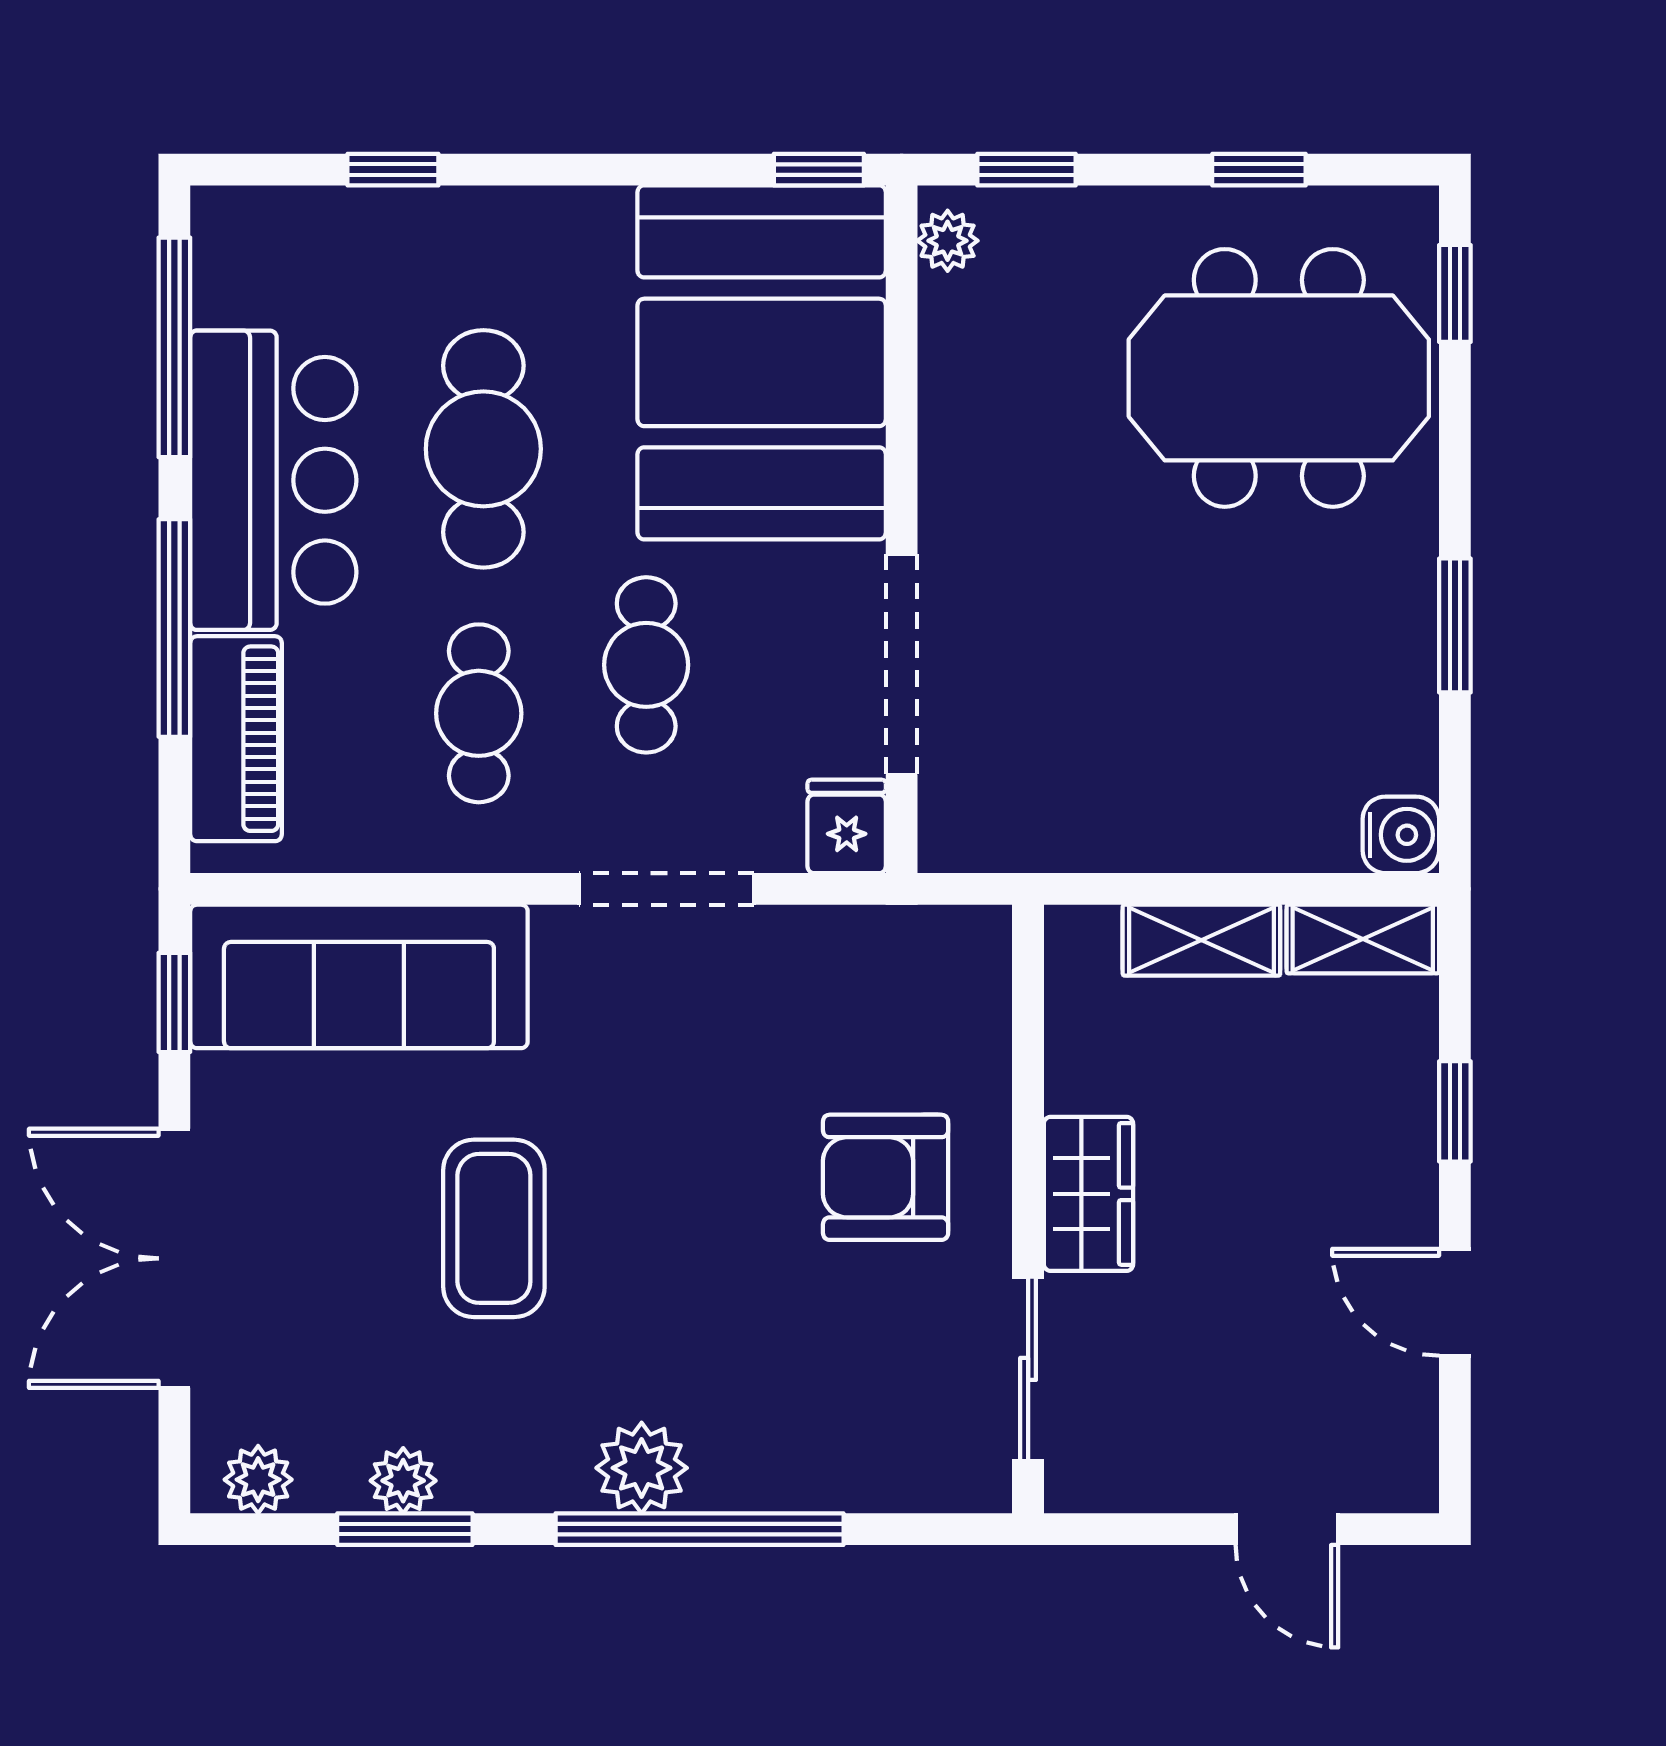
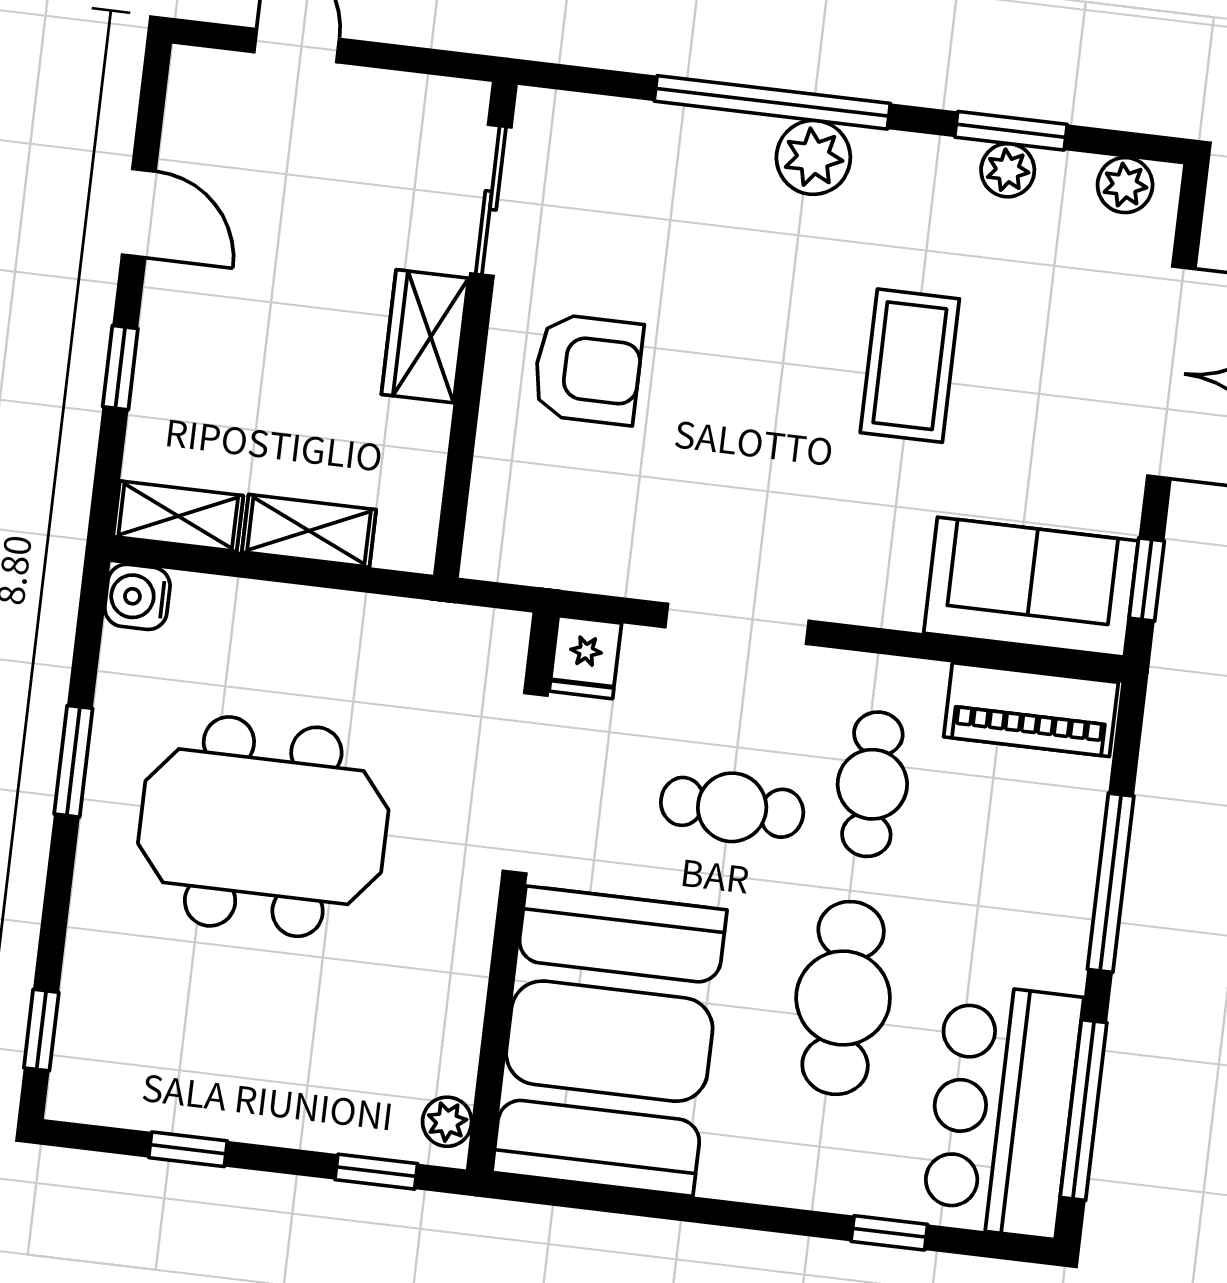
window: (819, 170) -> (544, 1192), removed
meeting table: (1279, 378) -> (263, 827), moved
bar counter: (273, 480) -> (1002, 1110), moved
cafe table: (646, 665) -> (732, 807), turned 90
piano: (236, 739) -> (1031, 710), moved, turned -90
sofa: (359, 976) -> (1031, 587), width x0.73

